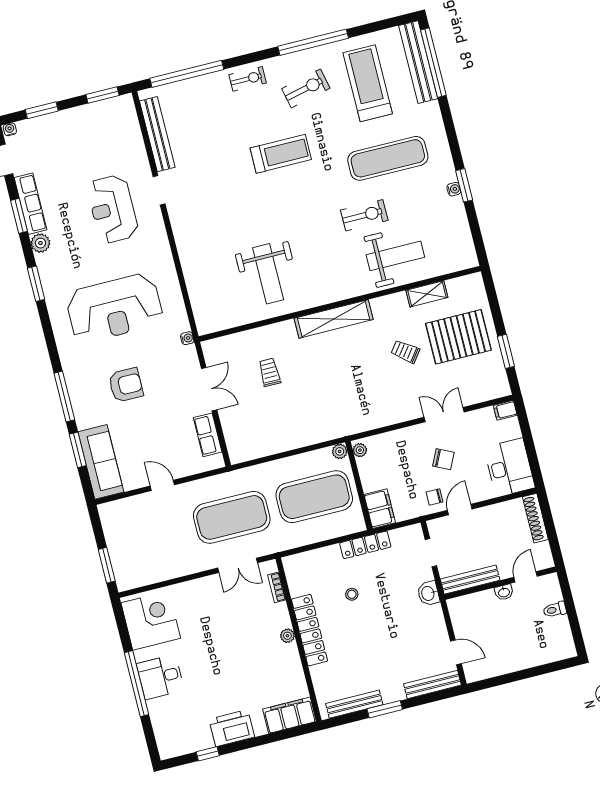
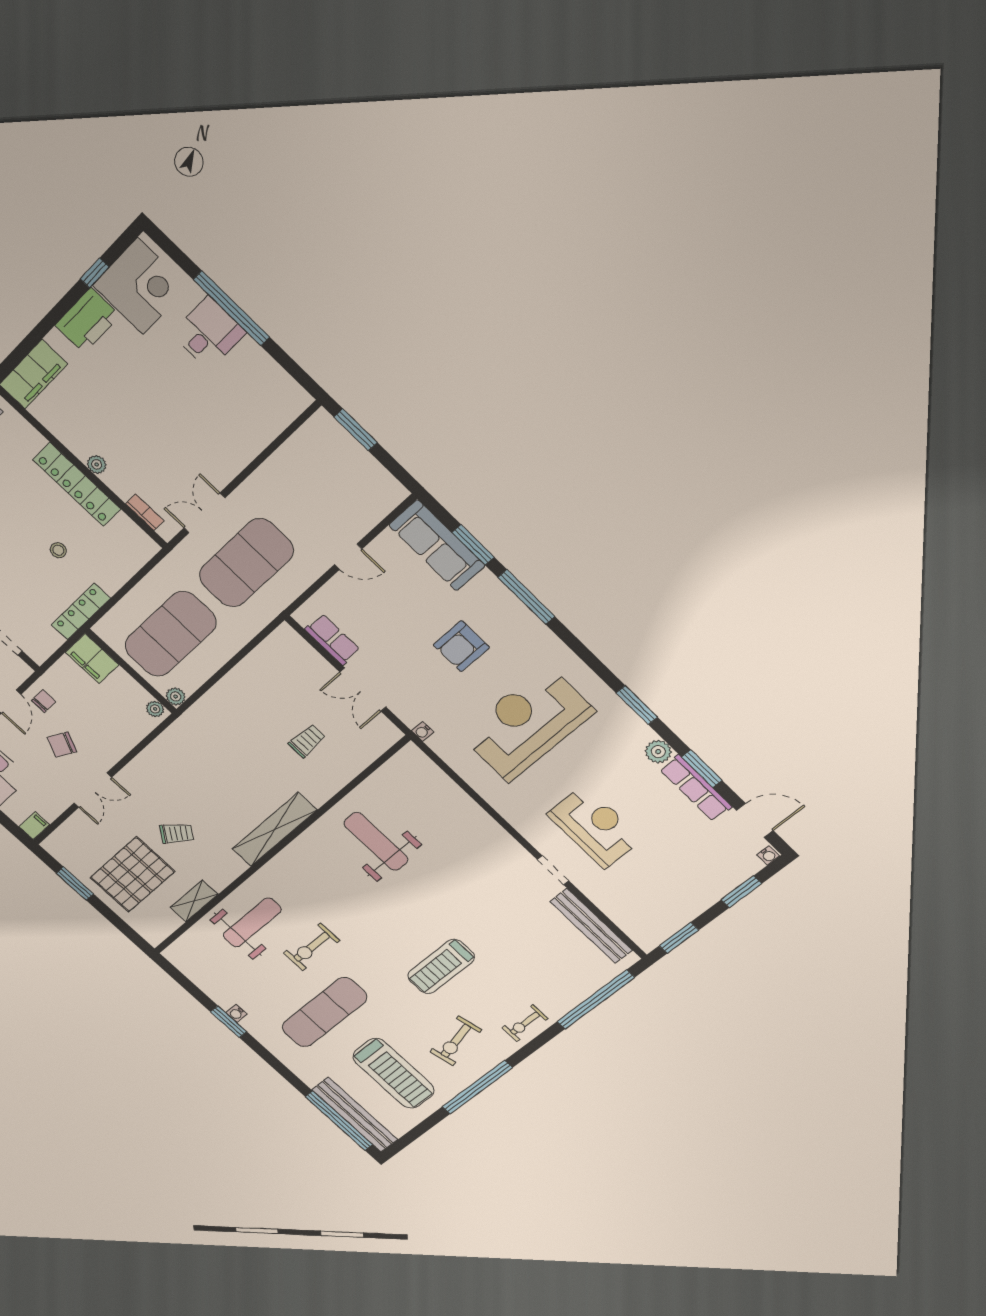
weight bench: (395, 256) -> (252, 922), turned 180
trolley: (270, 372) -> (307, 741), turned -90
corner desk: (151, 621) -> (140, 286), moved, turned -90

